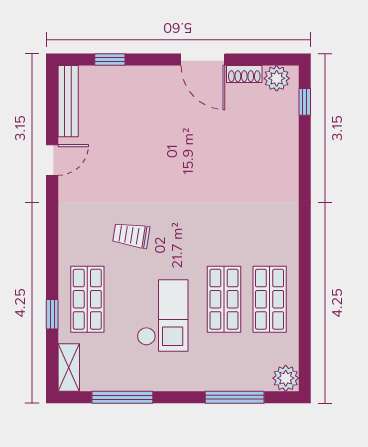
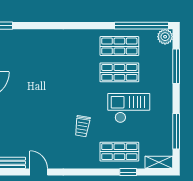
window: (305, 337) -> (141, 26), added

